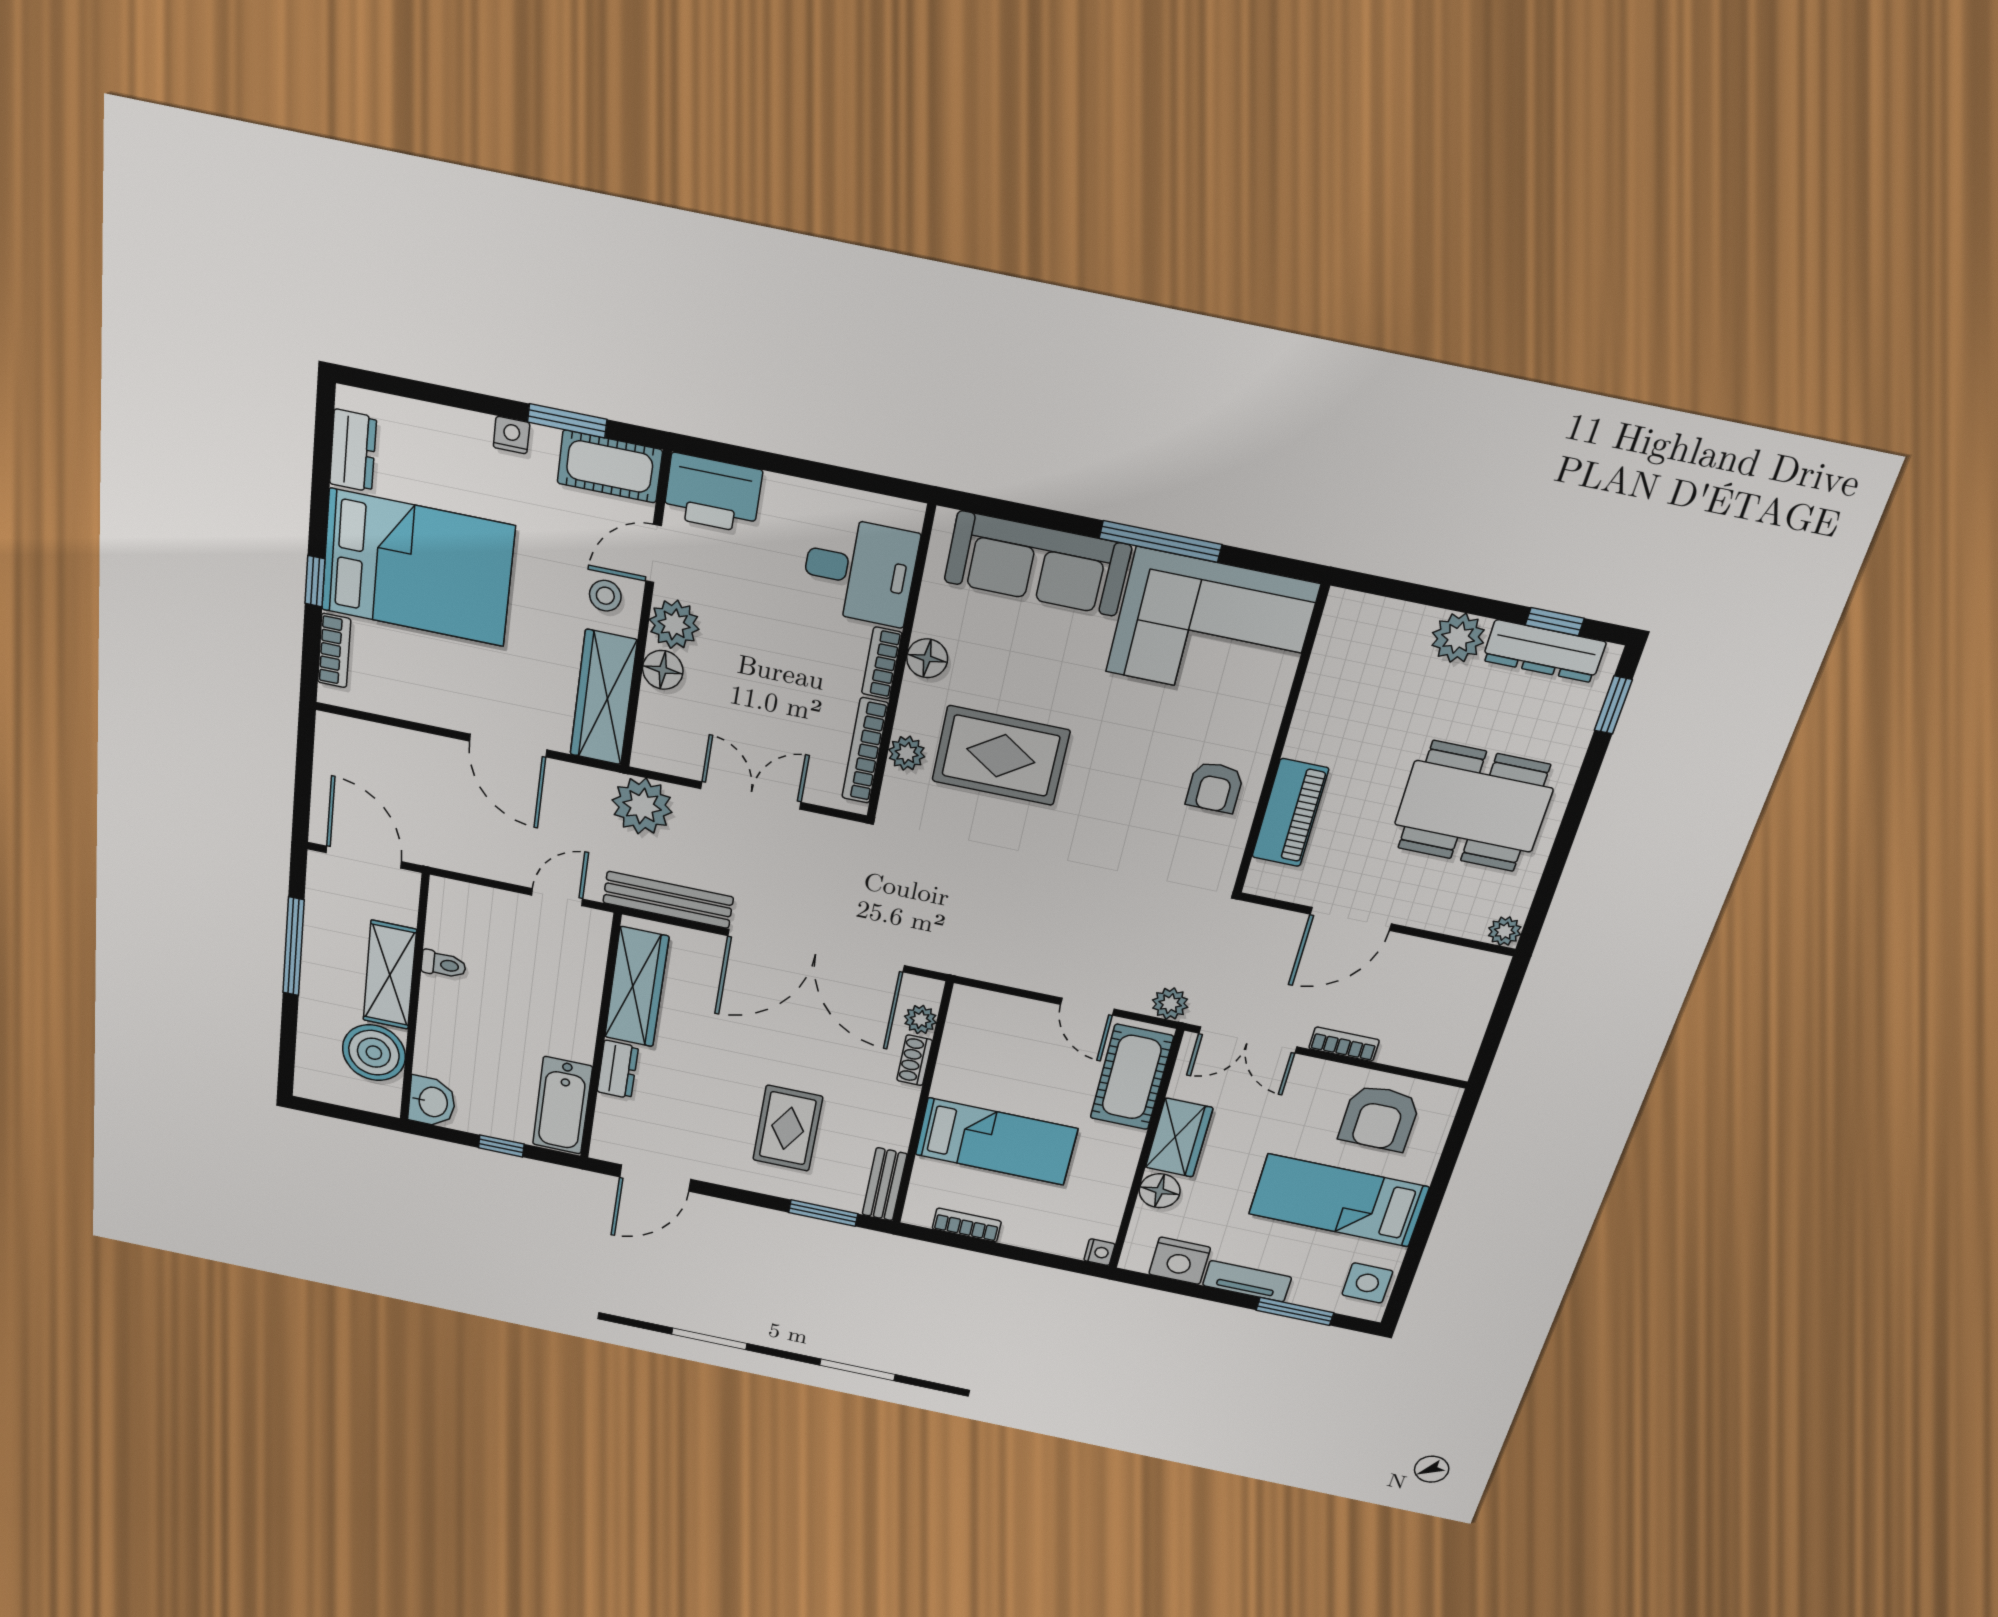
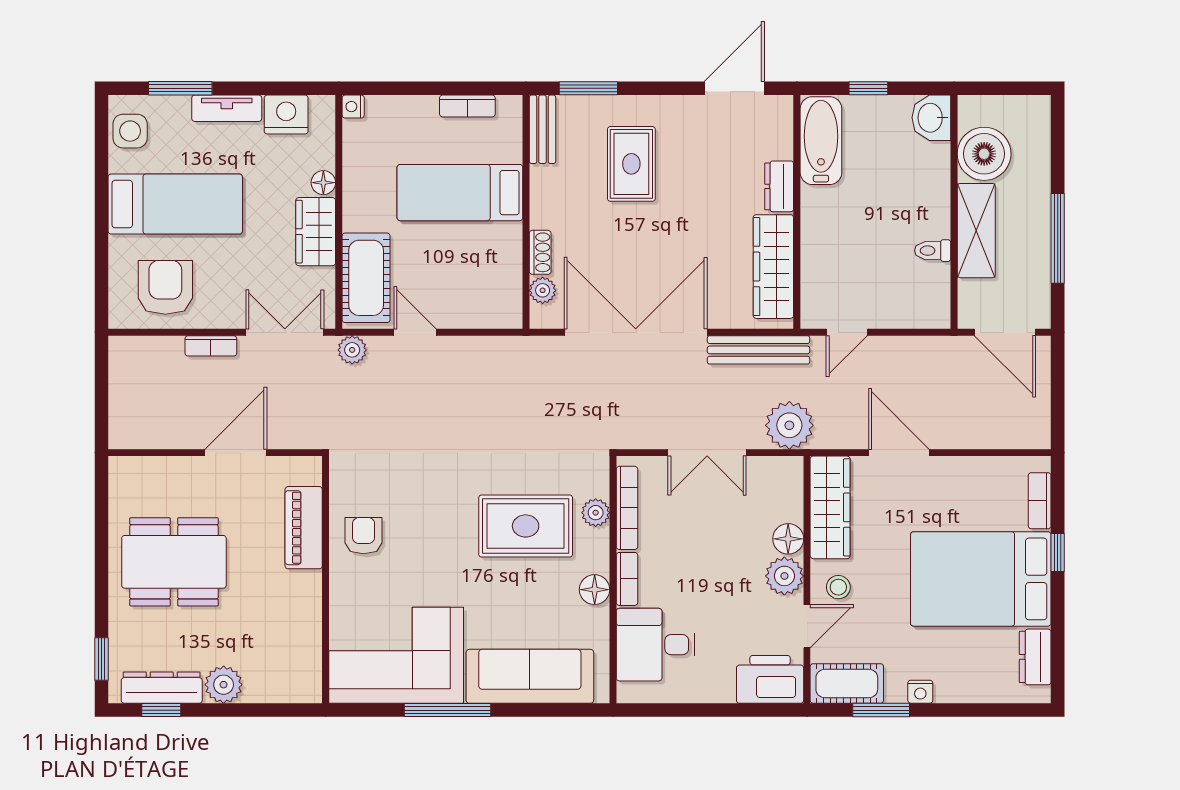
plant: (1505, 931) -> (121, 468), removed
floor lamp: (1160, 1191) -> (323, 183), width x0.73, depth x0.73

